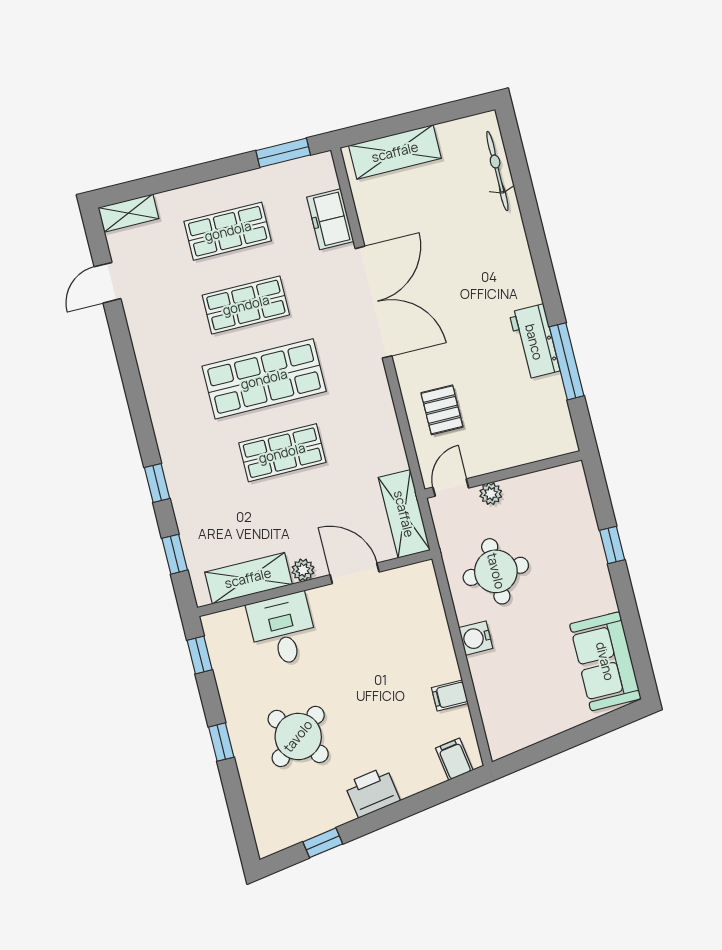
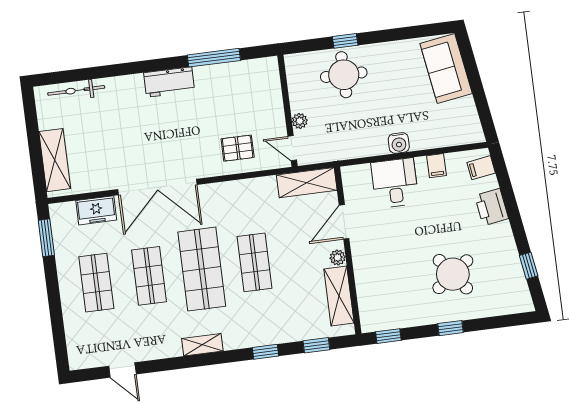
shelving: (128, 213) -> (202, 345), moved, turned 90
double door: (374, 302) -> (157, 187), swing flipped
workbench: (534, 342) -> (169, 82), moved
round table: (496, 571) -> (344, 75), moved
desk: (283, 630) -> (395, 183), moved, turned 90
sofa: (605, 661) -> (446, 69), moved, turned 81
printer: (372, 792) -> (492, 207), moved

